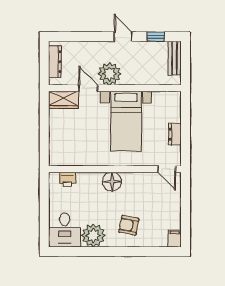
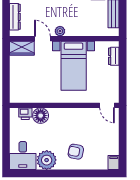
plant: (110, 74) -> (60, 31), width x0.53, depth x0.53
dresser: (175, 134) -> (114, 56), moved
floor lamp: (112, 182) -> (41, 116), moved

